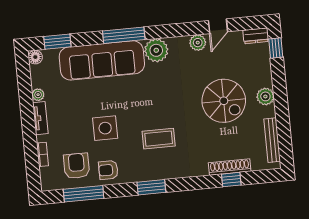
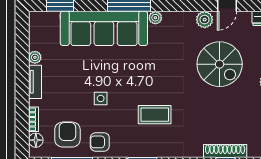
plant: (156, 50) -> (155, 18), width x0.53, depth x0.53
floor lamp: (35, 57) -> (36, 140), moved
spiral stairs: (224, 101) -> (220, 64), moved
side table: (105, 128) -> (101, 98), width x0.54, depth x0.54

